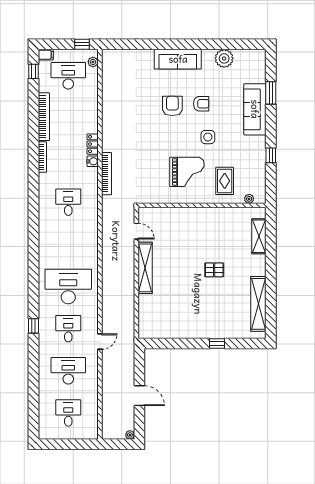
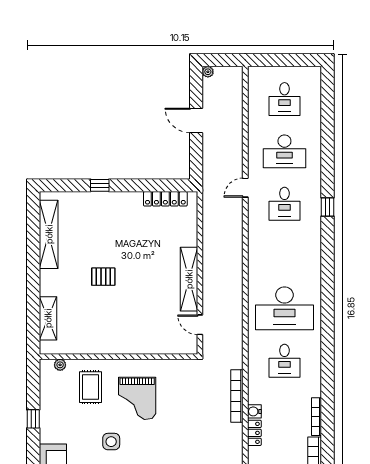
grand piano: (187, 172) -> (137, 398), turned -90
desk: (68, 286) -> (284, 308), moved
locker: (164, 333) -> (165, 199), added

